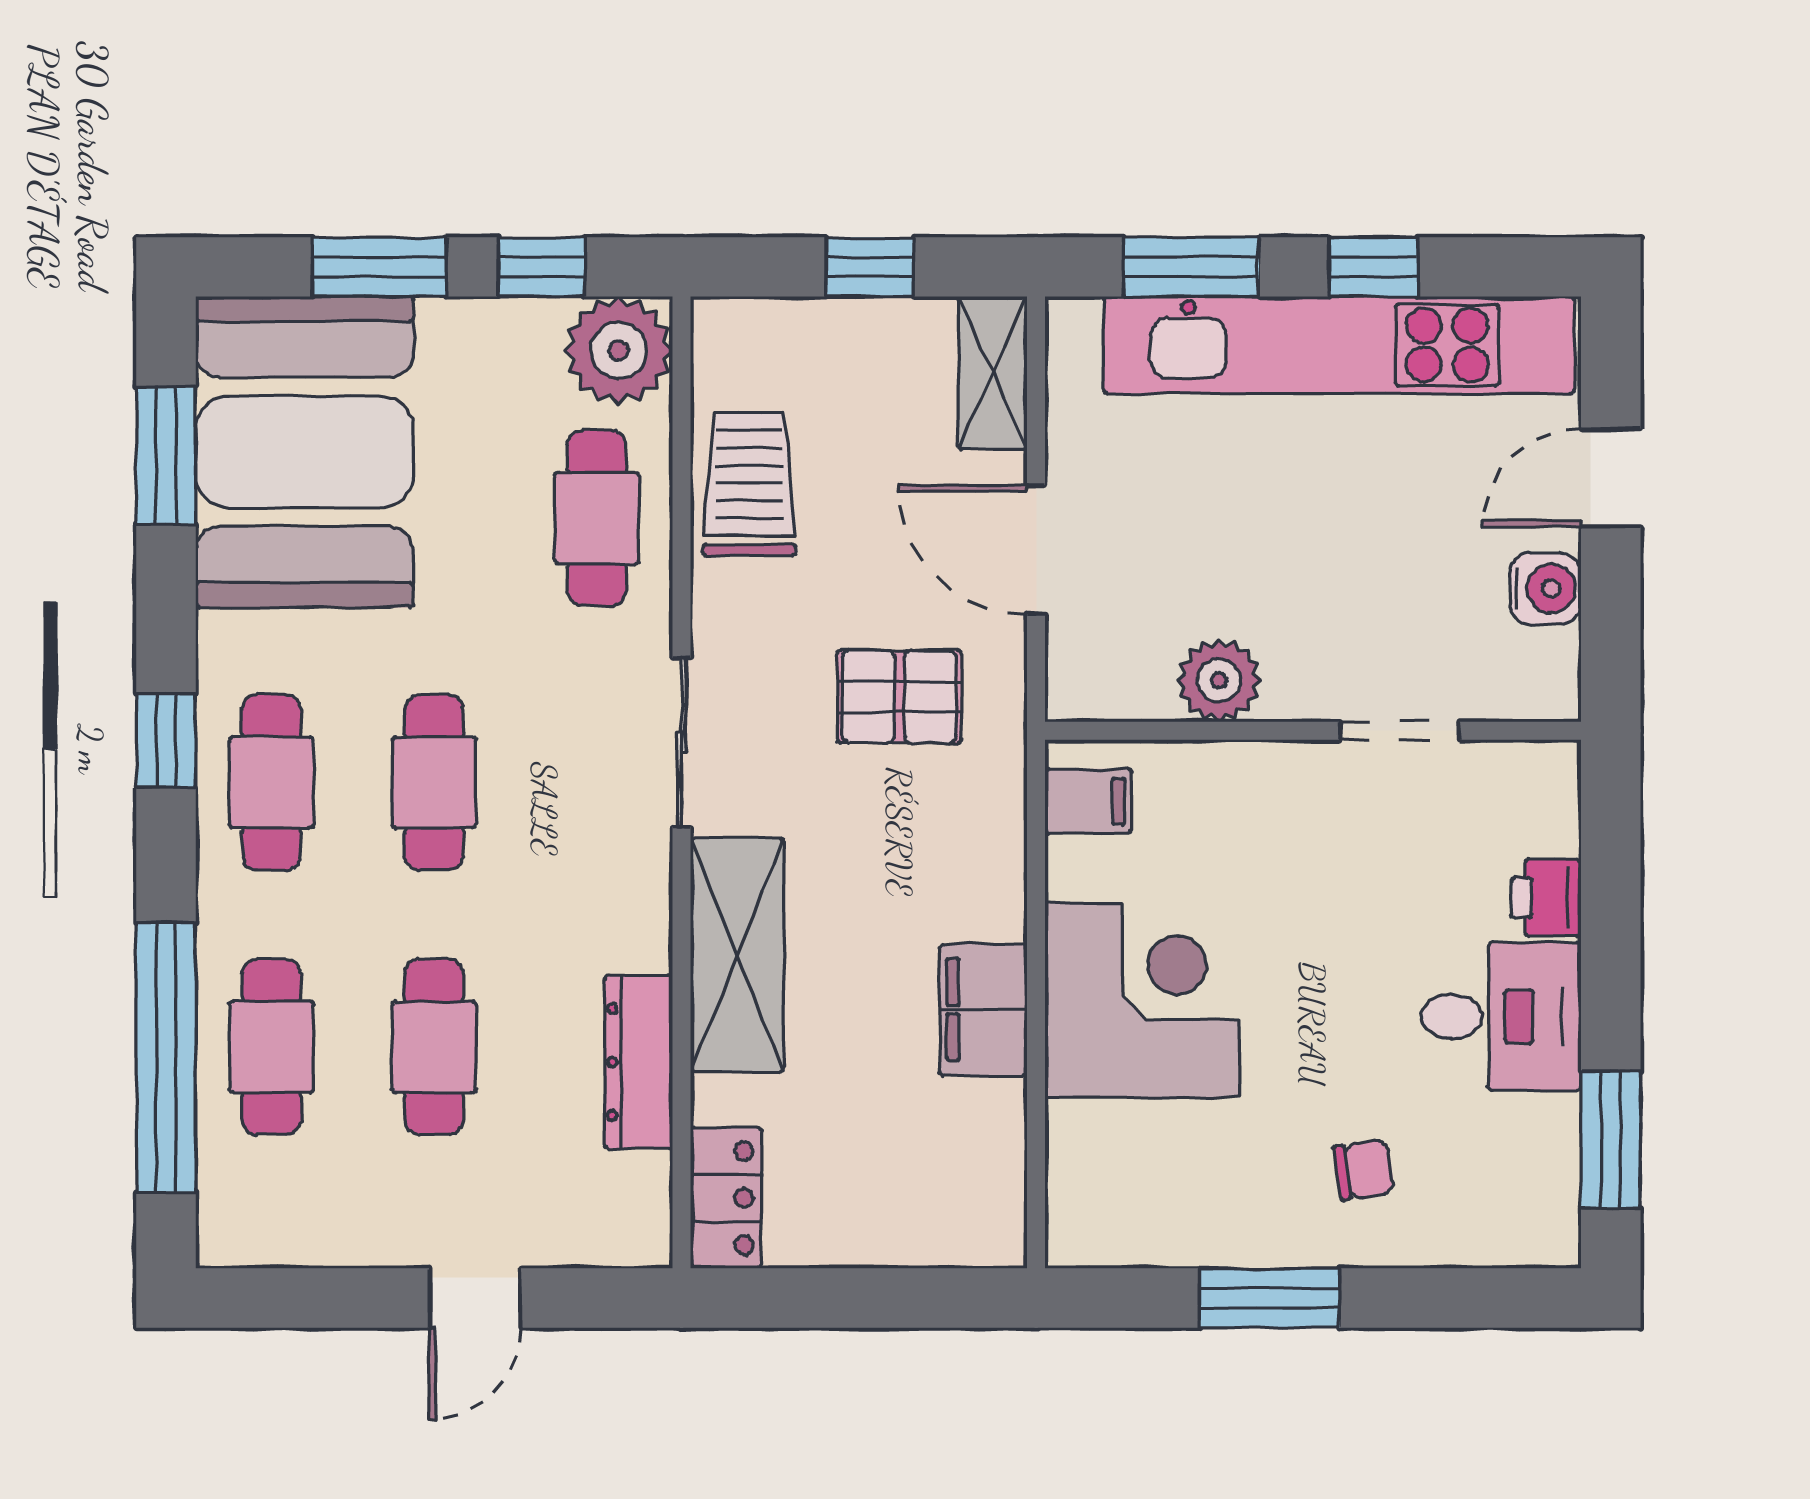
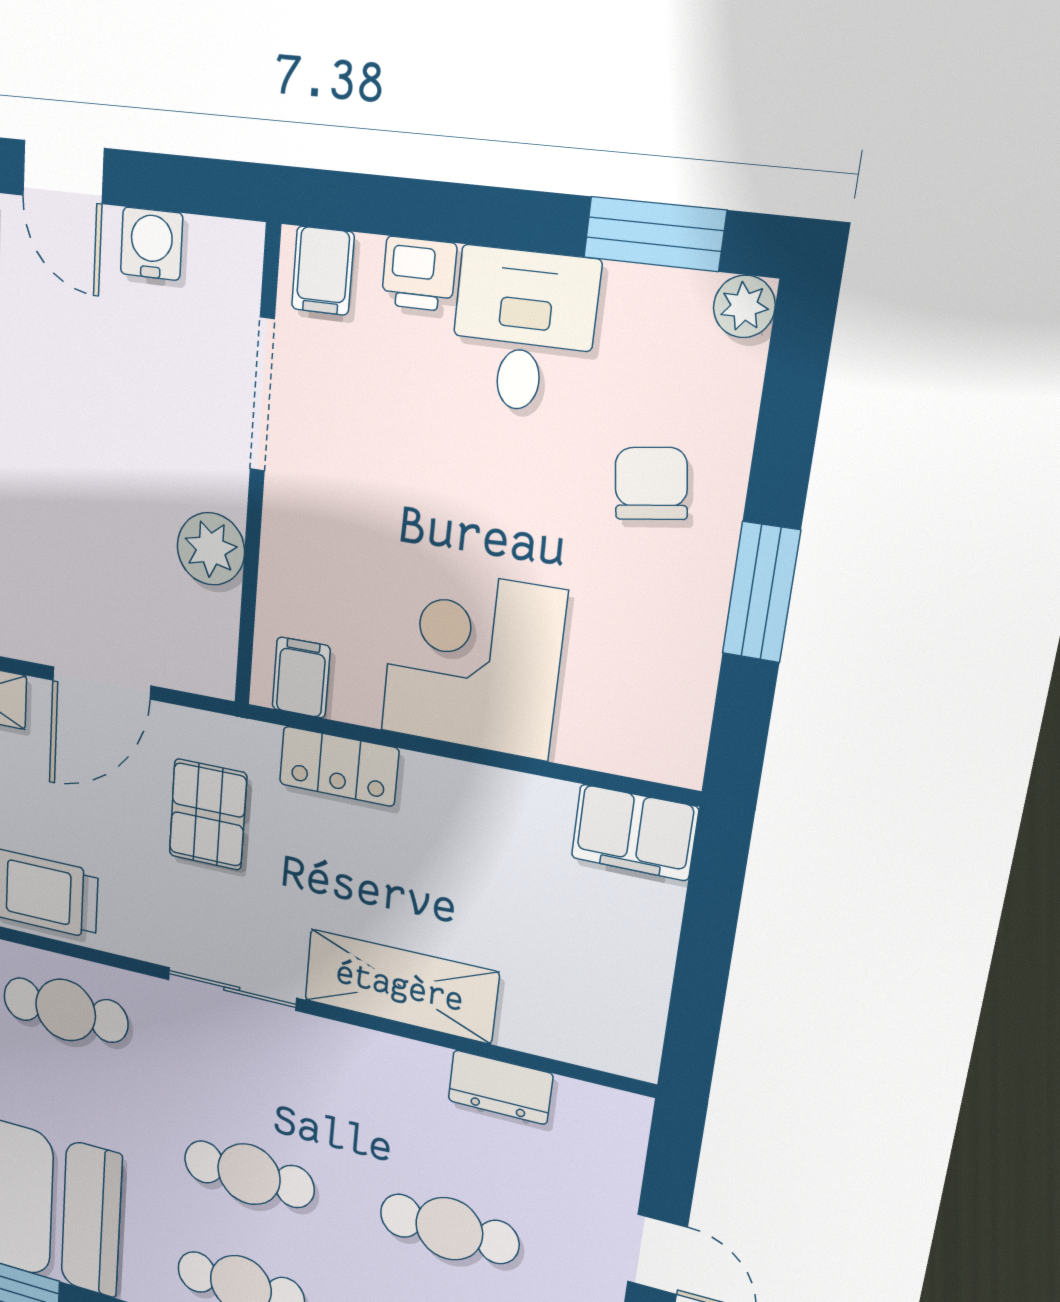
doorway: (1399, 731) -> (262, 395), width x1.38
filing cabinet: (1538, 791) -> (323, 271), added
filing cabinet: (983, 1010) -> (634, 833), moved
dresser: (639, 1062) -> (500, 1087), width x0.70
chair: (1364, 1170) -> (651, 484), width x1.37, depth x1.37
locker: (726, 1198) -> (339, 766), moved, turned 180
plant: (1551, 1238) -> (744, 306), added

